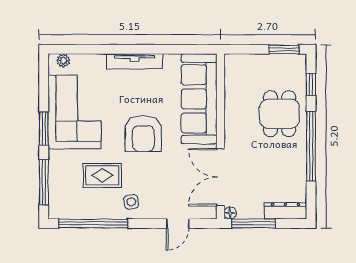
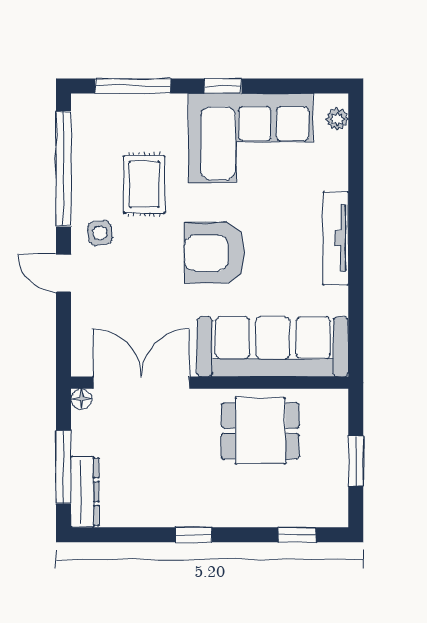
window: (284, 49) -> (356, 461), moved
dining table: (280, 114) -> (260, 431), moved
window: (44, 129) -> (223, 86), width x0.67
window: (311, 146) -> (193, 535), width x0.32
door: (178, 224) -> (64, 273), moved
window: (254, 224) -> (64, 467), moved

